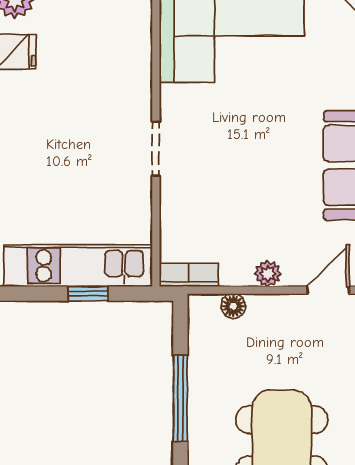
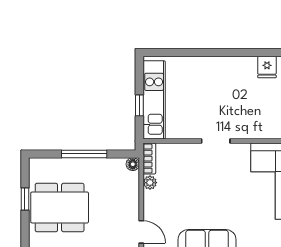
plant: (268, 274) -> (150, 183), moved
floor lamp: (233, 306) -> (133, 164), moved

